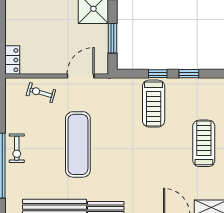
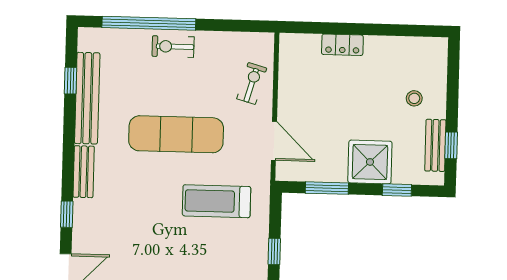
locker: (12, 60) -> (342, 45), moved
treadmill: (154, 104) -> (217, 201), moved

